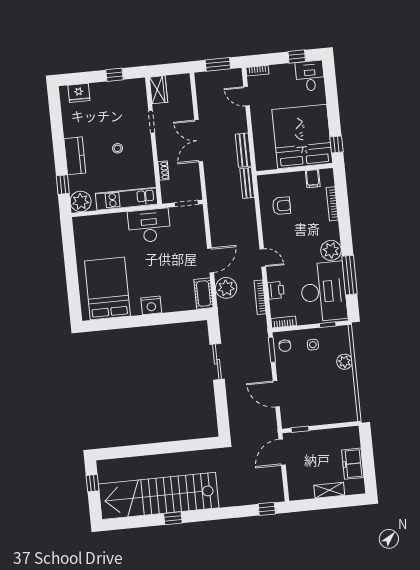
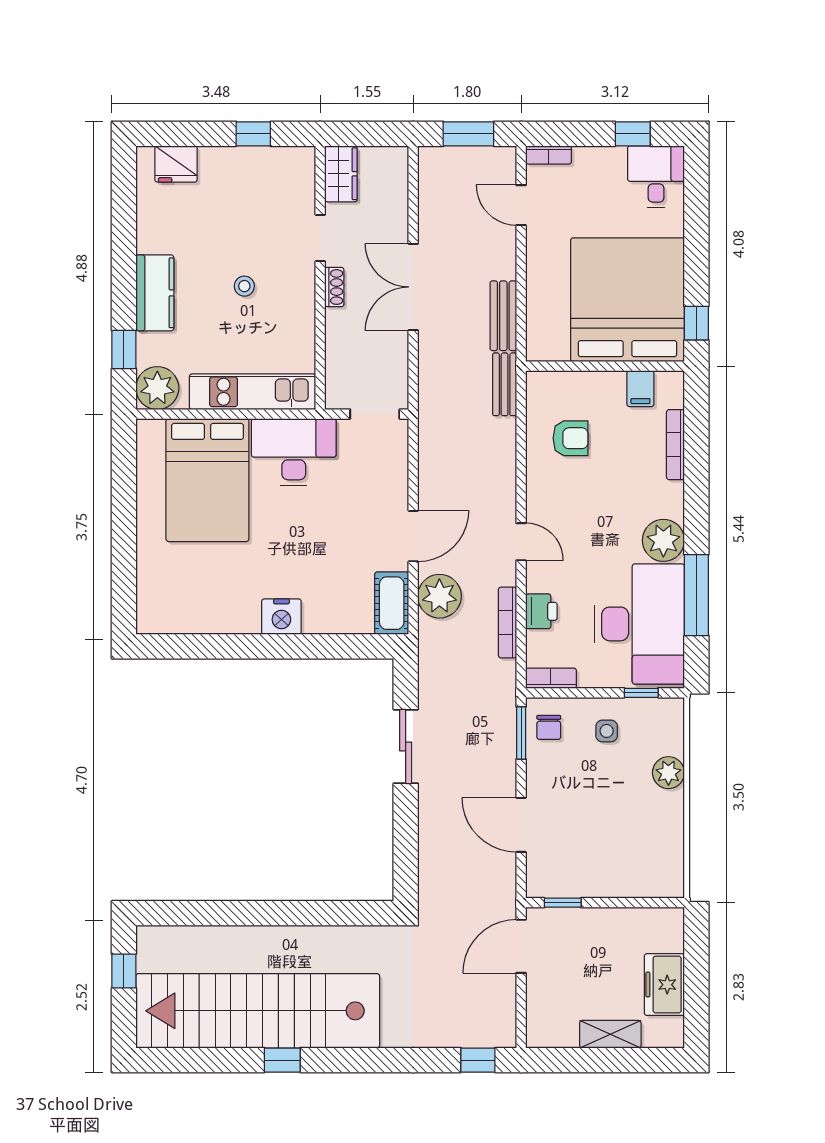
shoe rack: (163, 171) -> (334, 287), moved
bed: (107, 288) -> (207, 480), moved, turned 180

